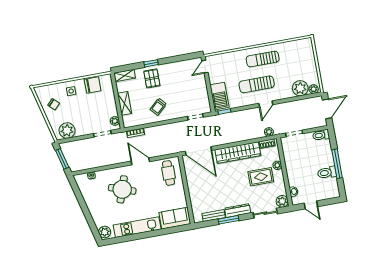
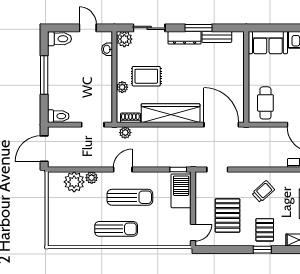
pallet: (182, 84) -> (227, 215), added
plant: (314, 89) -> (92, 178), moved
toilet: (327, 173) -> (60, 39), moved

